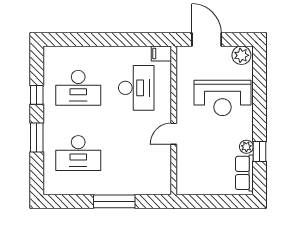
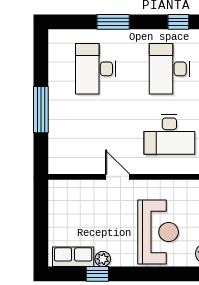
window: (37, 95) -> (178, 22), moved
reception desk: (222, 98) -> (158, 232), turned 180

